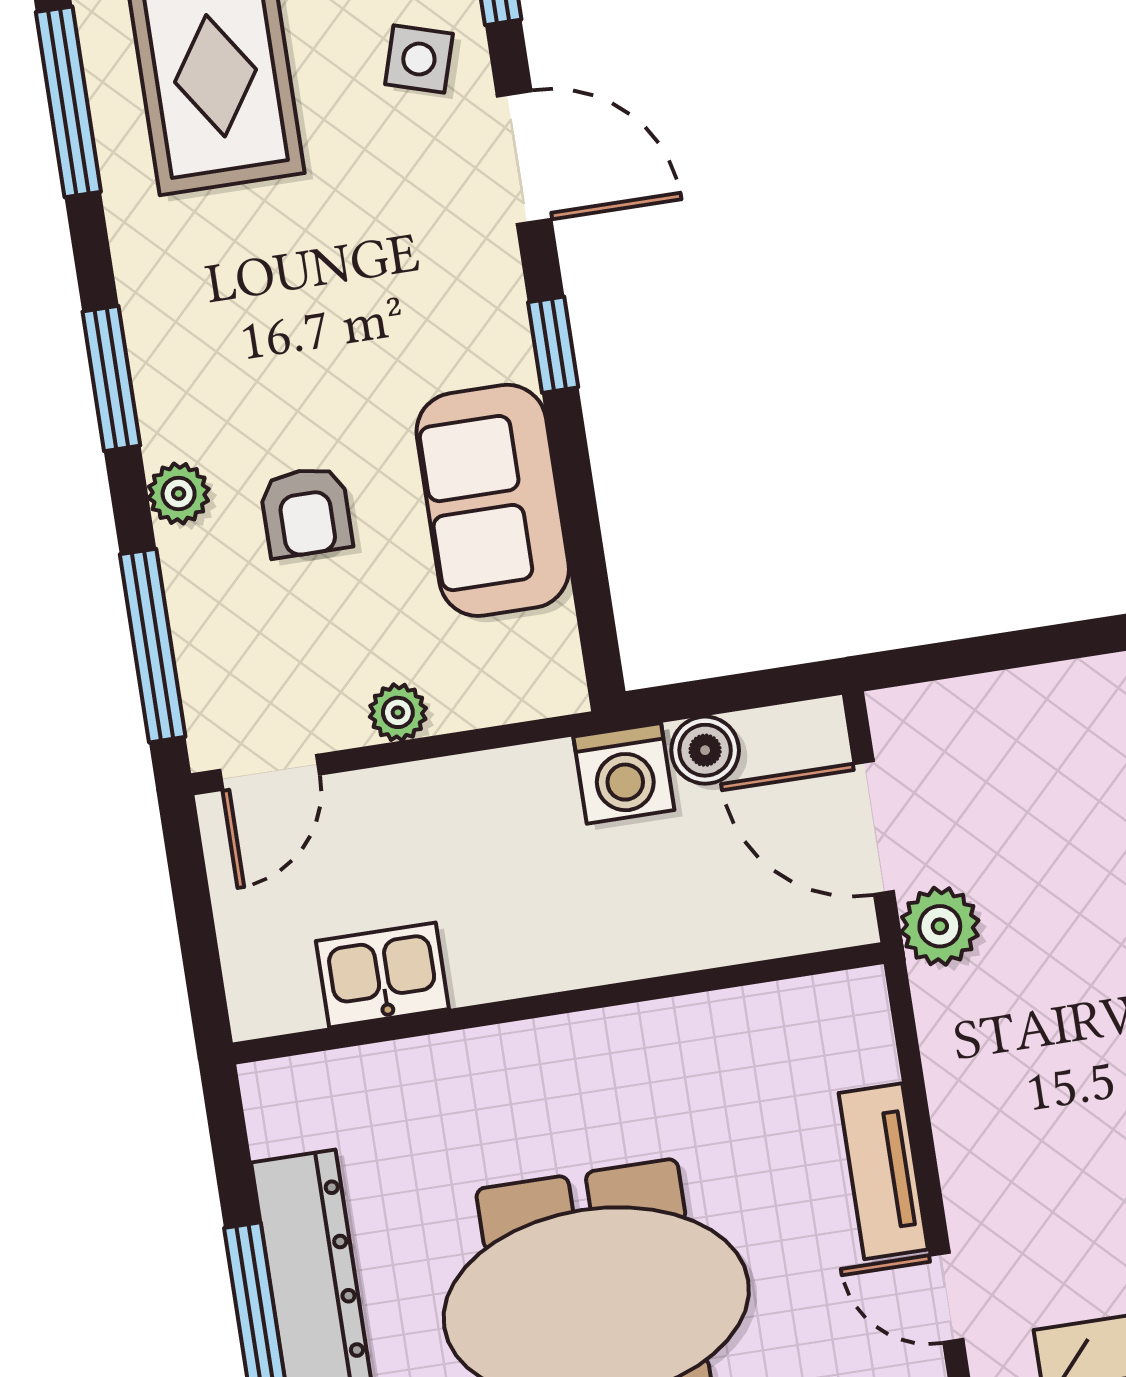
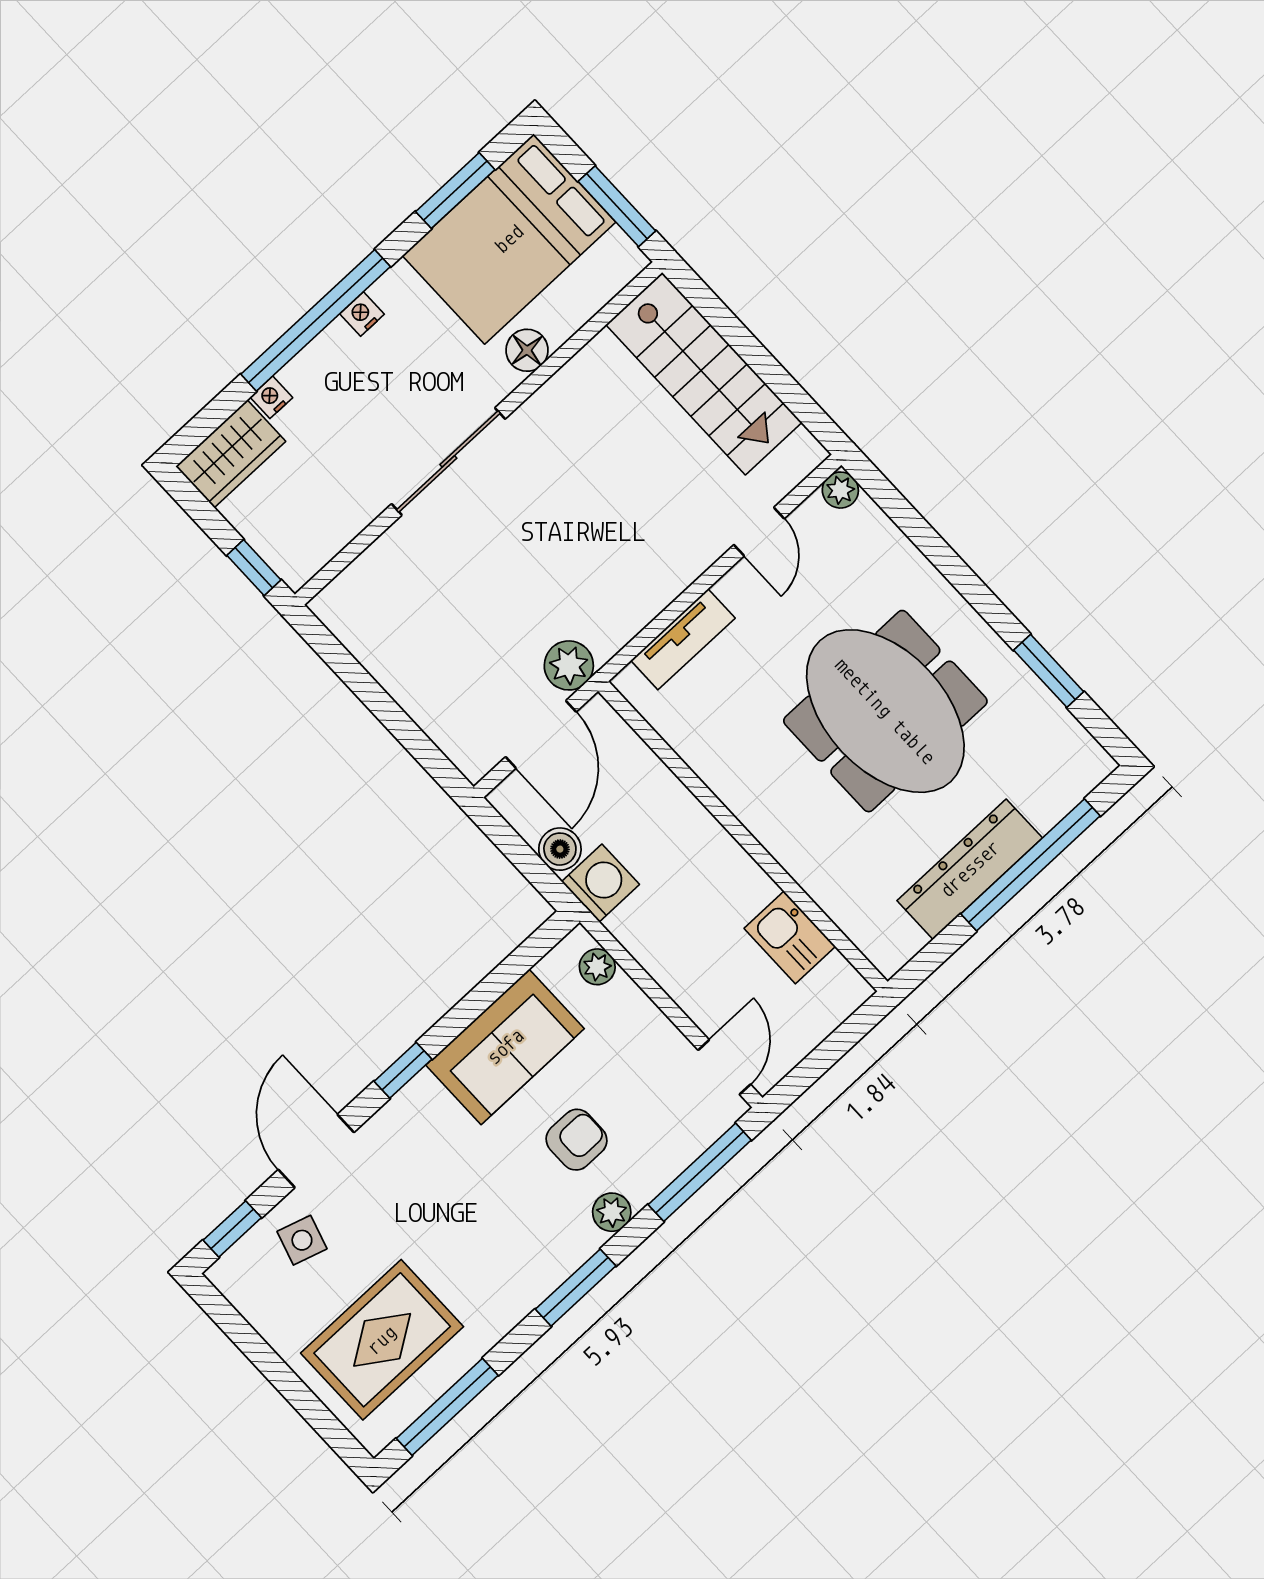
plant: (398, 712) -> (597, 967), moved
door: (270, 772) -> (724, 1067), hinge flipped
tv unit: (883, 1171) -> (683, 639), moved

